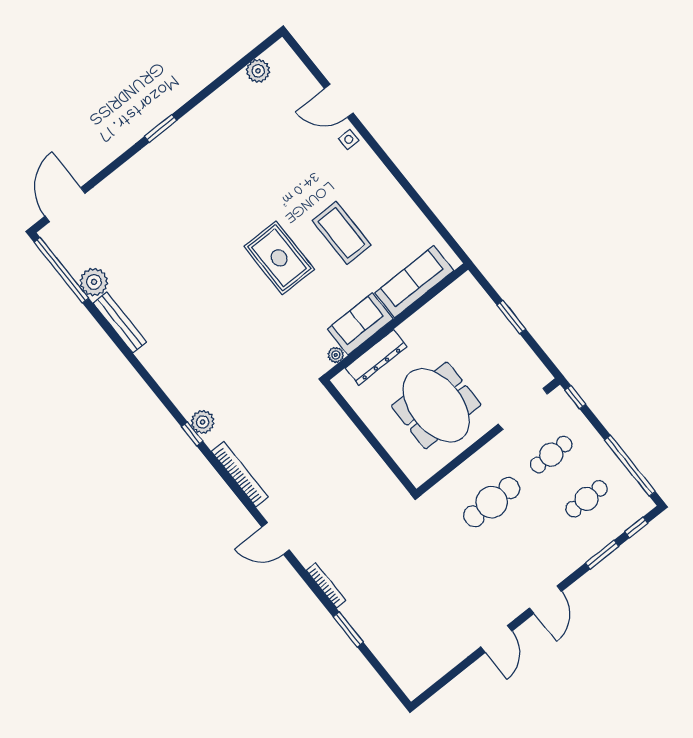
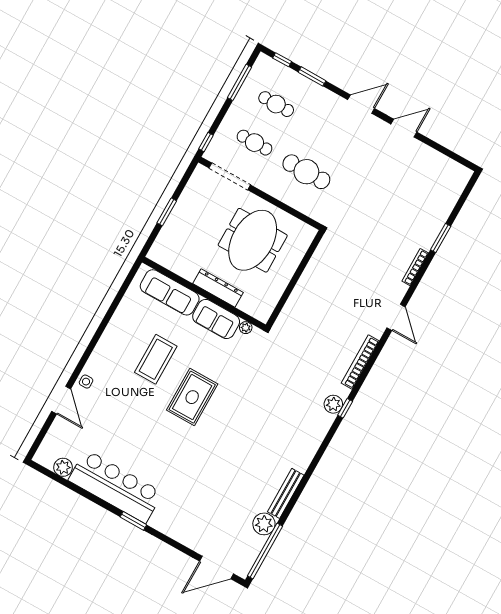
bar counter: (210, 124) -> (116, 486), added
dresser: (376, 357) -> (218, 288), moved
window: (630, 466) -> (239, 82), width x0.68

